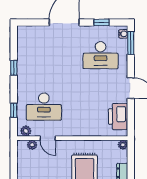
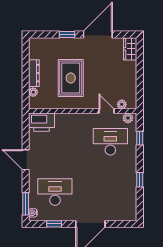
printer: (118, 117) -> (42, 122), moved, turned 90
plant: (123, 145) -> (33, 92), moved

